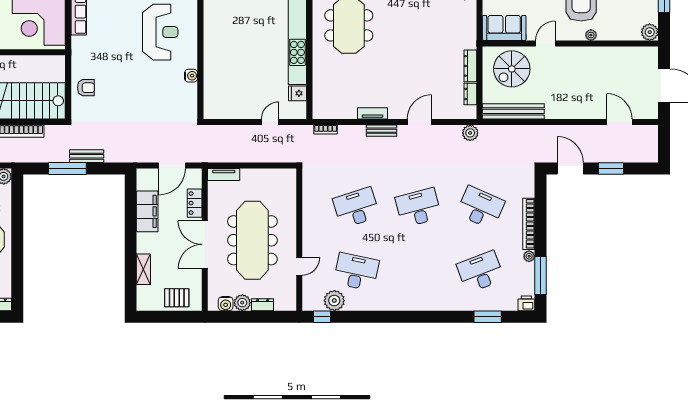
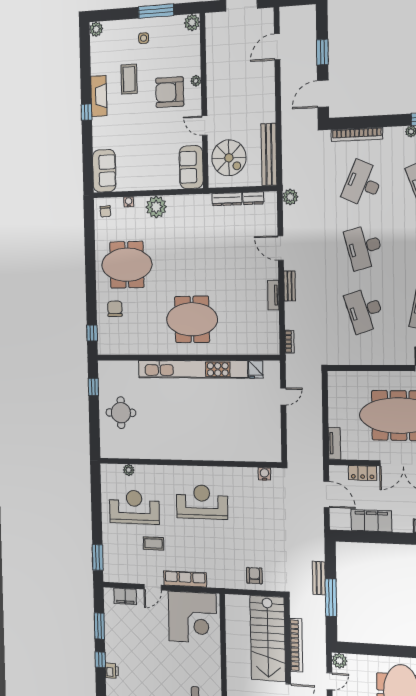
water cooler: (191, 76) -> (264, 474), moved
door: (270, 122) -> (283, 396), swing flipped
bookcase: (529, 224) -> (357, 134), moved

